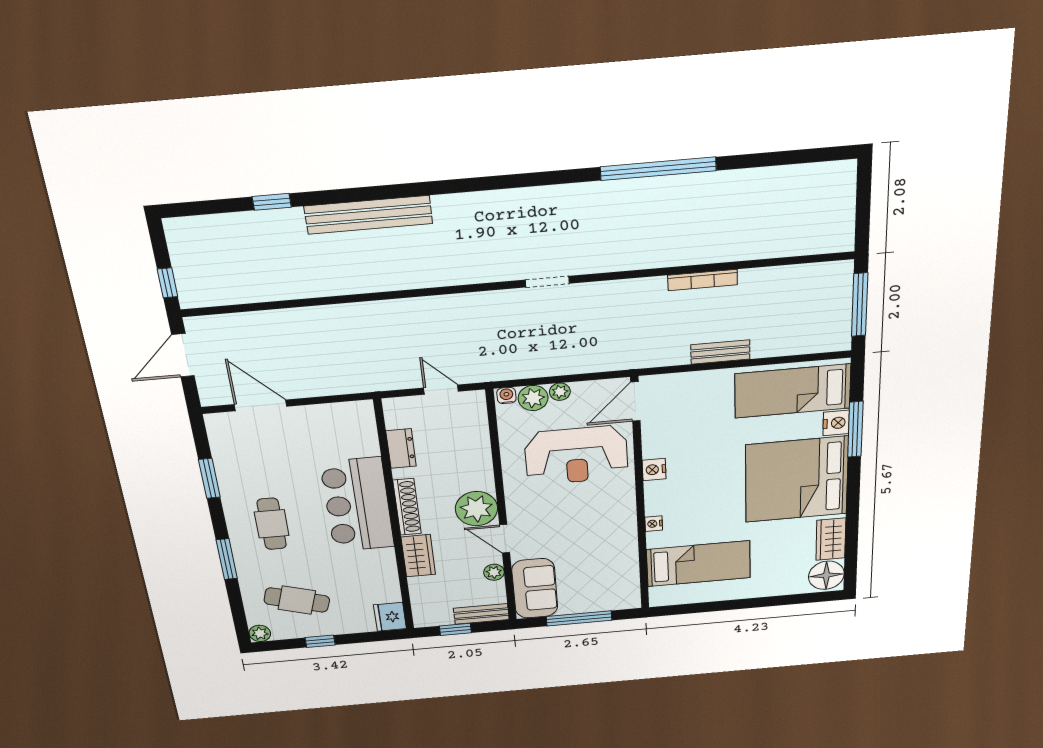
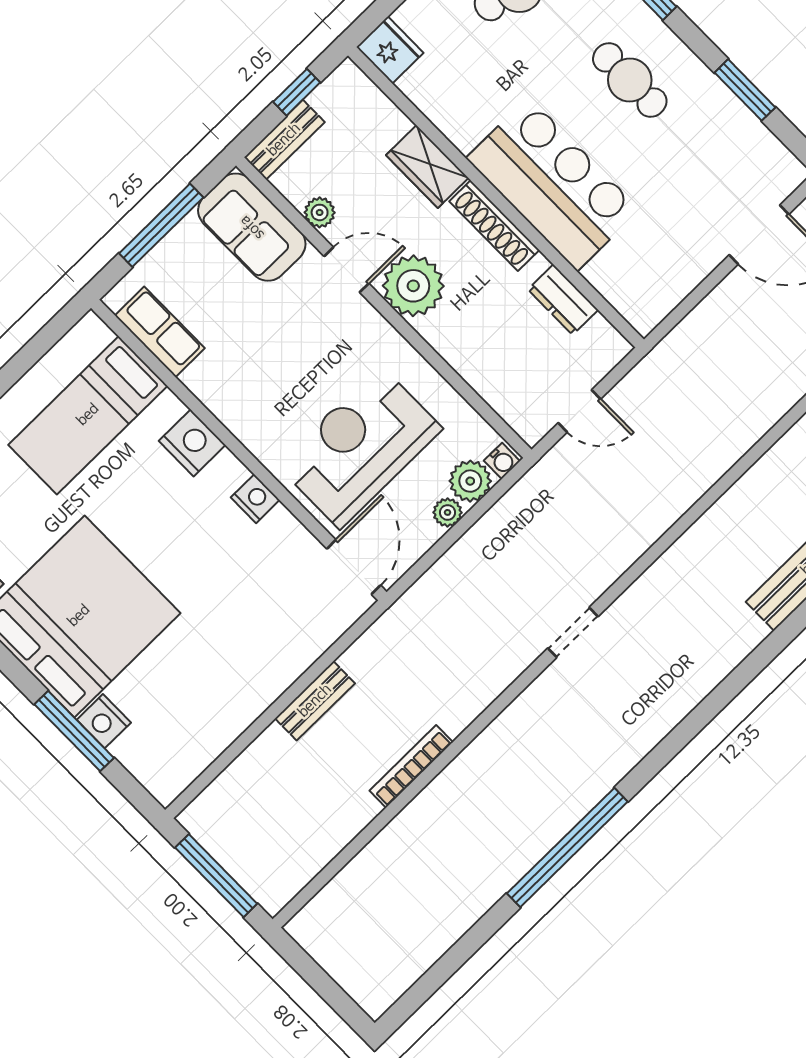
bed: (793, 391) -> (191, 720), removed
nightstand: (654, 524) -> (192, 443), width x1.89, depth x1.79
row of seats: (626, 575) -> (160, 332), added

